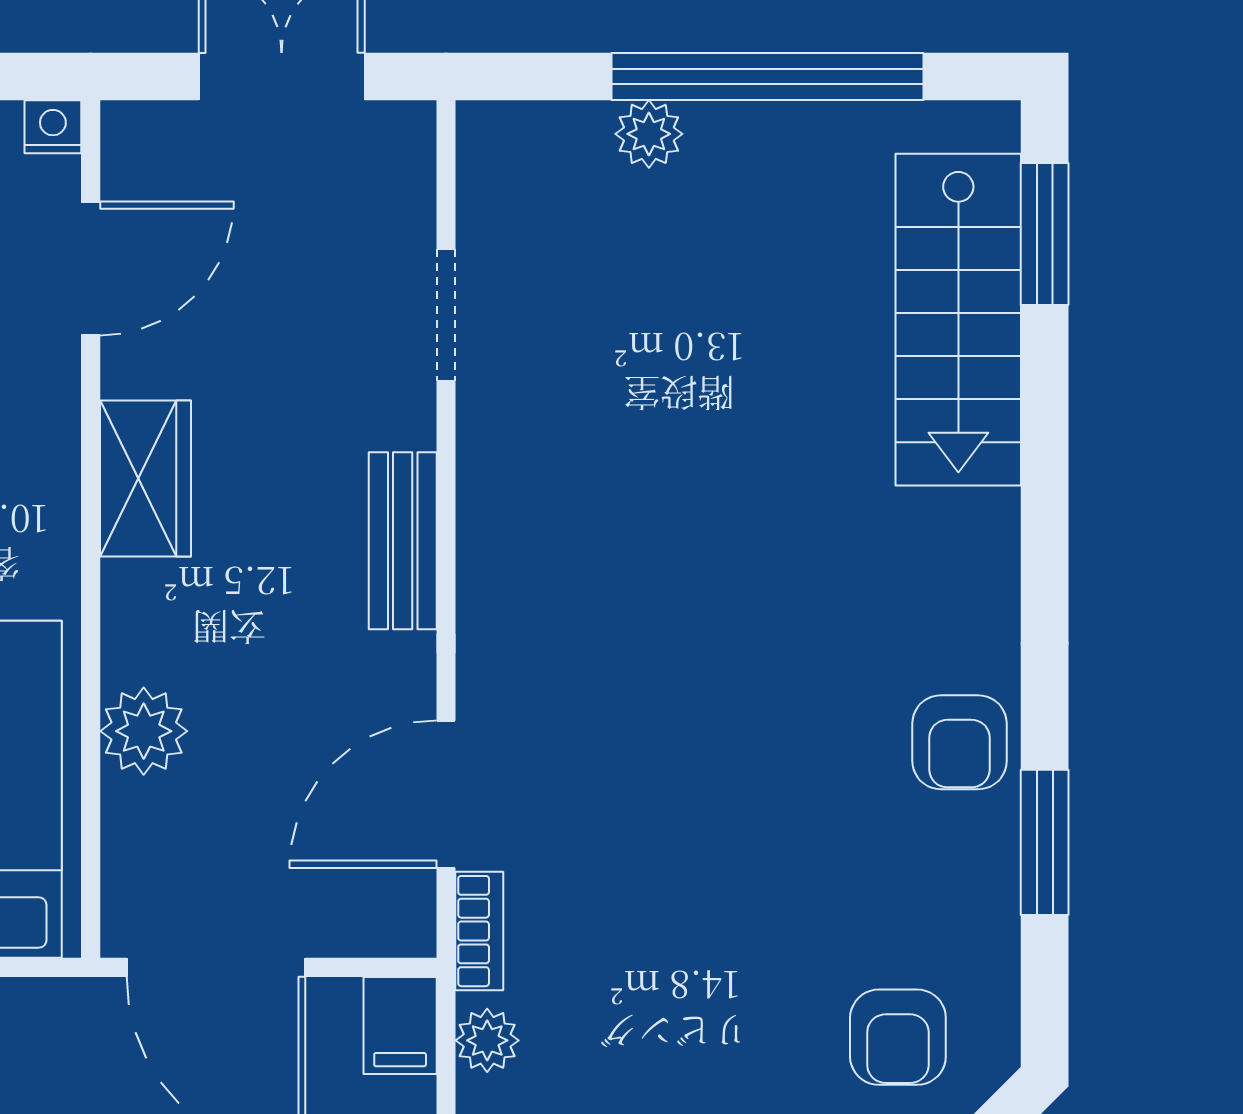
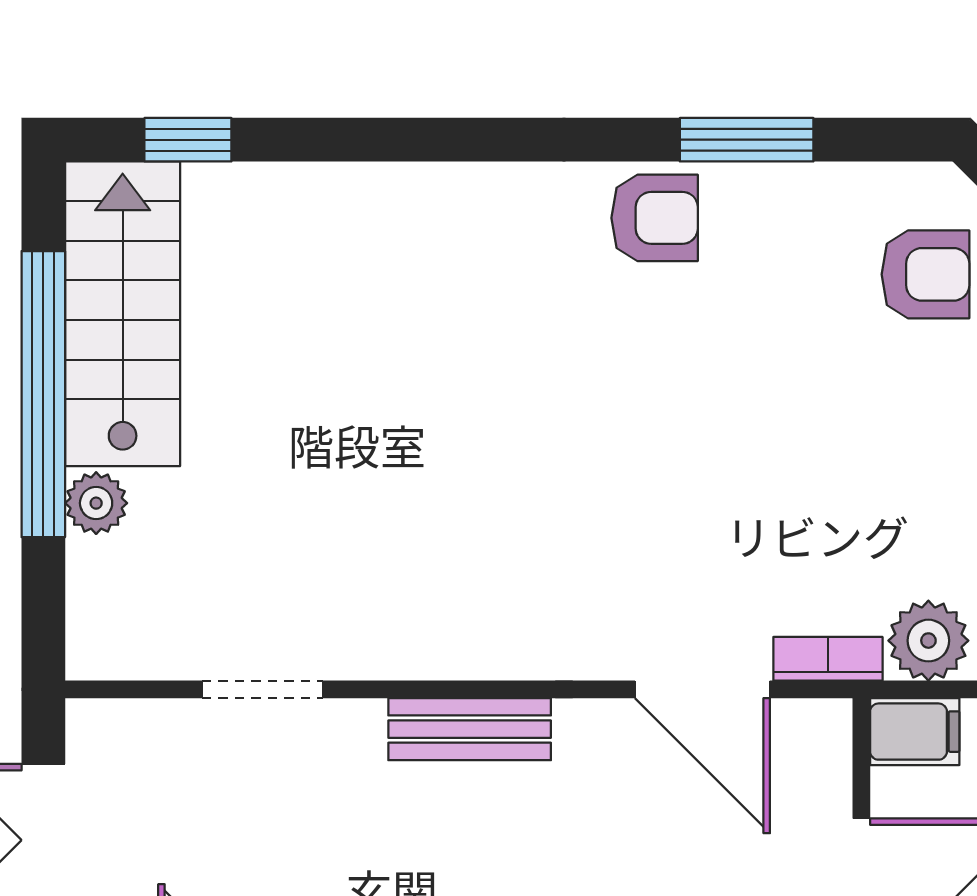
window: (1045, 234) -> (188, 140), width x0.67
stairs: (958, 320) -> (123, 314), moved, turned -90
plant: (487, 1040) -> (928, 641), width x1.38, depth x1.38

